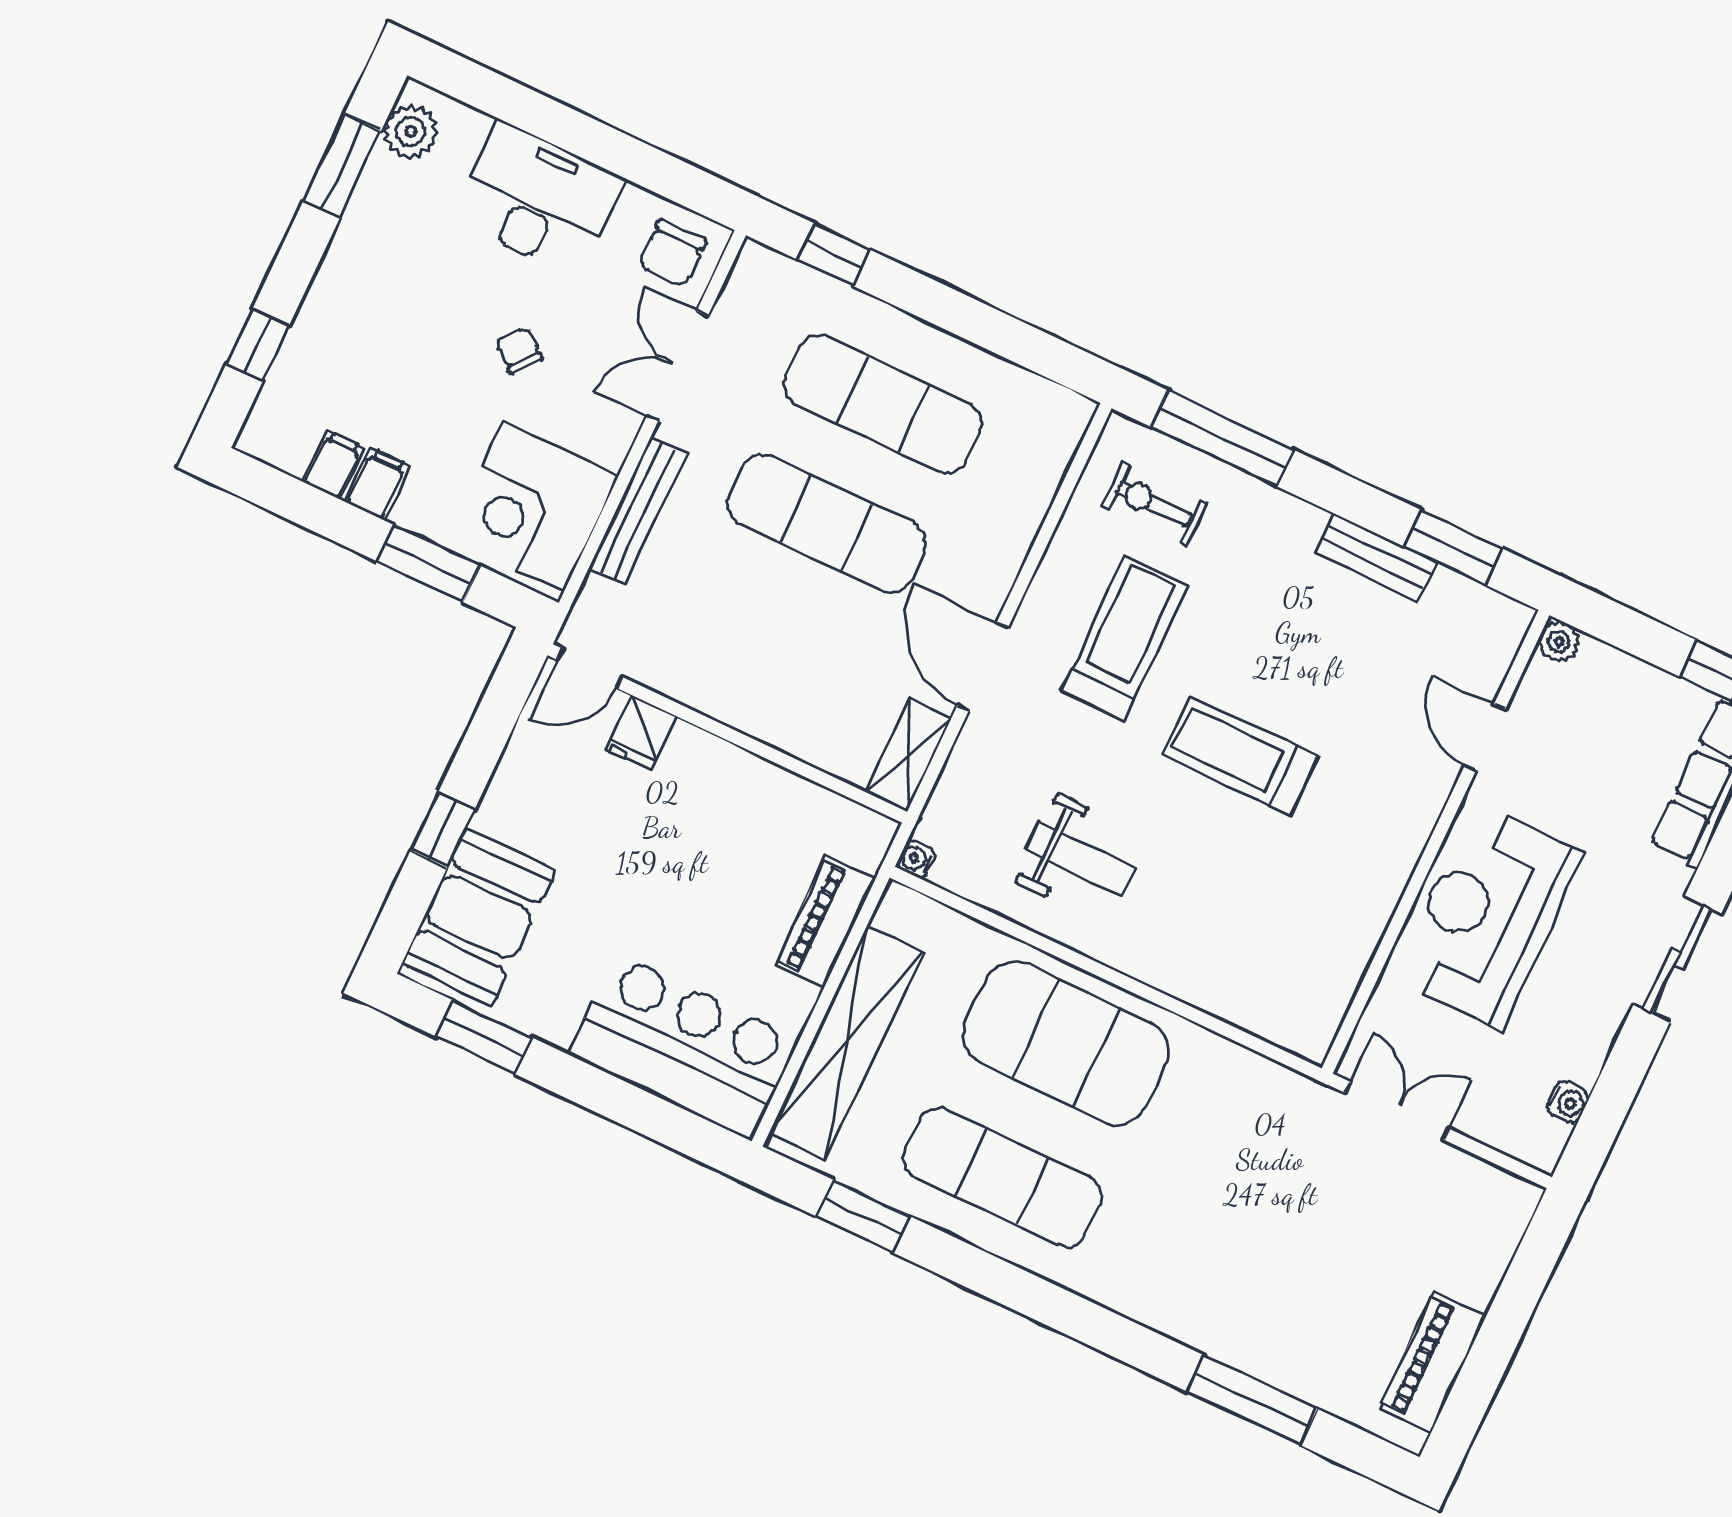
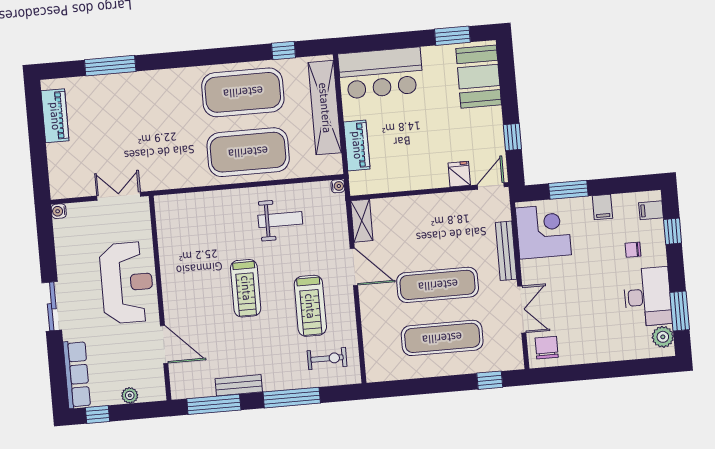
desk: (539, 199) -> (648, 297), moved, turned -90
chair: (519, 350) -> (633, 250), moved, turned 141
window: (1222, 438) -> (292, 398), moved
filing cabinet: (333, 465) -> (651, 210), moved, turned 90
window: (1453, 548) -> (214, 404), width x1.44
plant: (1559, 642) -> (130, 395), moved
door: (1485, 738) -> (164, 344), width x1.38
treadmill: (1241, 756) -> (246, 288), turned 90
window: (443, 830) -> (512, 137), moved
weight bench: (1081, 859) -> (280, 220), turned 180
water cooler: (1568, 1102) -> (59, 211), moved
double door: (1397, 1111) -> (119, 196), swing flipped
exercise mat: (1002, 1177) -> (243, 92), width x1.47
window: (863, 1216) -> (283, 50), width x0.67

